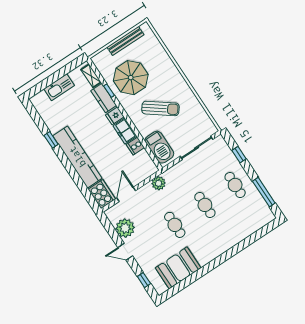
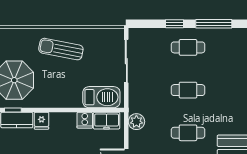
sun lounger: (160, 108) -> (61, 49), moved, turned -116
freezer: (125, 131) -> (107, 121), moved
window: (239, 155) -> (175, 24), moved

